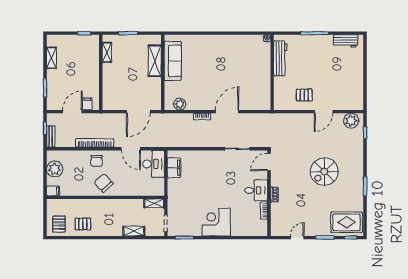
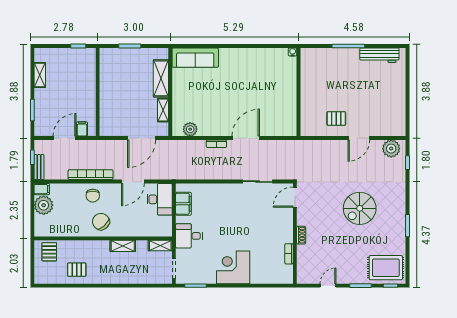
workbench: (346, 41) -> (379, 55), width x1.38
shelving: (107, 52) -> (163, 110), moved
workbench: (280, 58) -> (308, 76), removed
sofa: (173, 61) -> (195, 58), moved, turned 90
door: (131, 149) -> (133, 182), hinge flipped
desk: (256, 190) -> (189, 236), moved, turned 180
filing cabinet: (53, 191) -> (42, 189), moved
pallet: (59, 224) -> (49, 252), moved
shelving: (134, 231) -> (123, 246), moved

